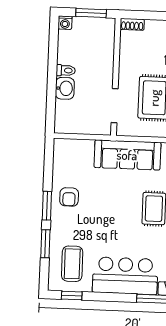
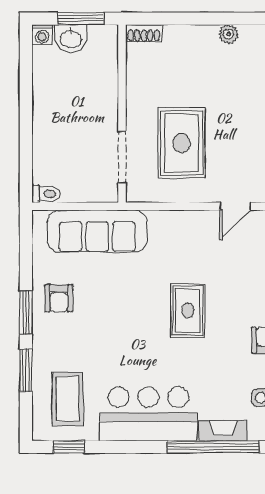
toilet: (66, 70) -> (46, 194), moved
washbasin: (65, 88) -> (71, 38), moved, turned 90
sofa: (127, 155) -> (97, 231), moved

